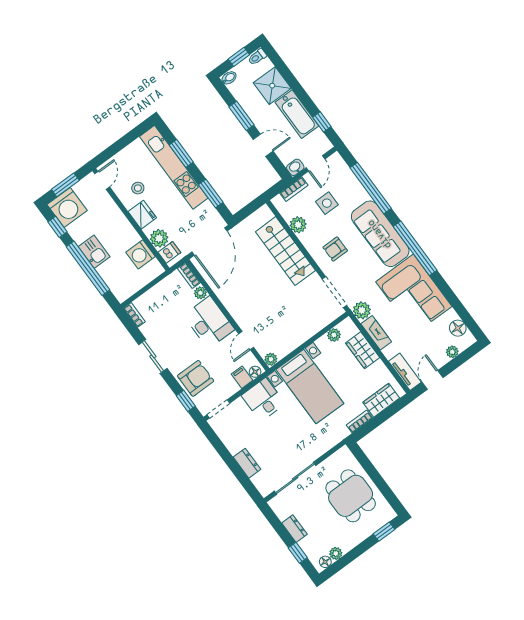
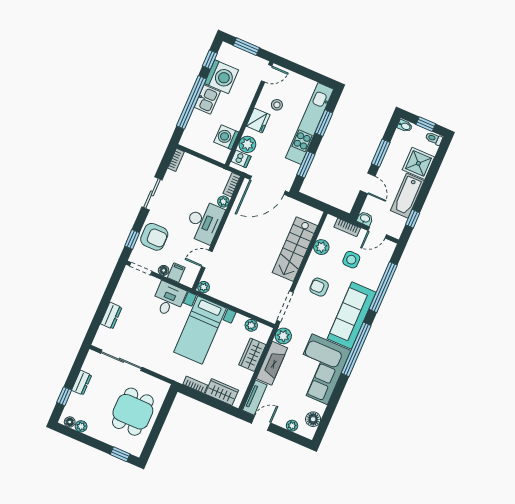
washing machine: (67, 207) -> (221, 77), moved, turned -90
fireplace: (376, 333) -> (272, 363), width x1.37, depth x1.32
floor lamp: (255, 372) -> (164, 270), moved

